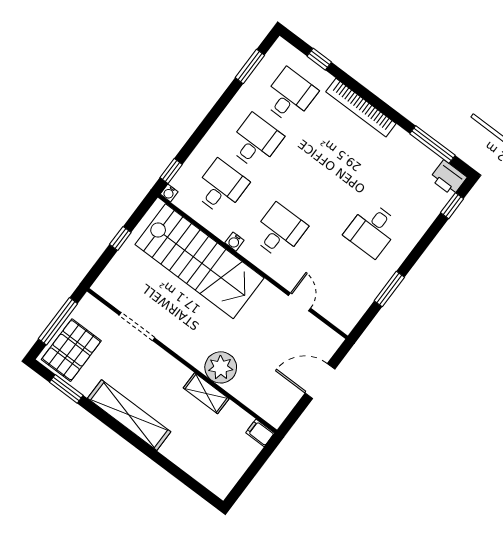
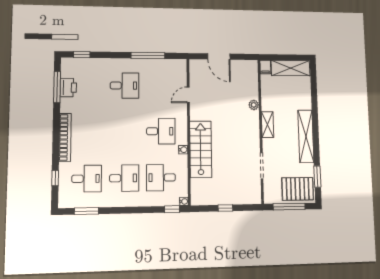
desk: (290, 96) -> (87, 179), turned 180
desk: (255, 142) -> (124, 178), turned 180
printer: (448, 178) -> (68, 88), moved
desk: (279, 231) -> (161, 131), turned 180
stairs: (199, 261) -> (201, 149), width x0.73, depth x0.66
window: (389, 289) -> (148, 56), width x1.44
plant: (221, 367) -> (254, 105), width x0.53, depth x0.53
shelving: (206, 393) -> (268, 125), moved
shelving: (233, 466) -> (291, 68), added

